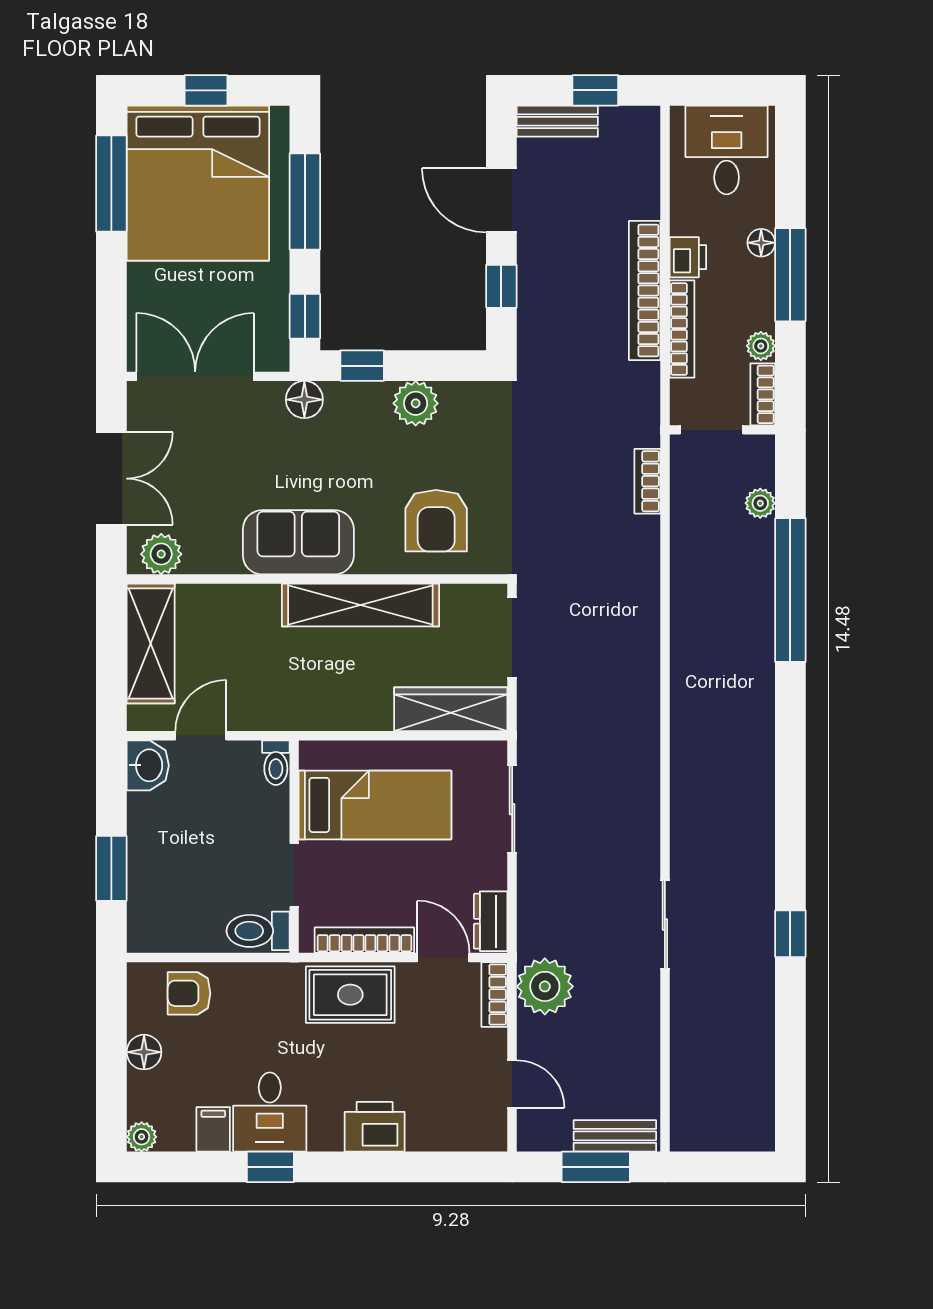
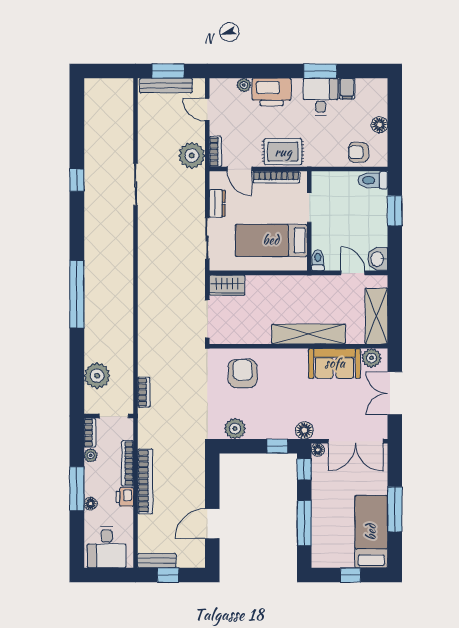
bench: (557, 121) -> (157, 561), moved
bed: (198, 183) -> (371, 532), width x0.49
window: (111, 184) -> (395, 509), moved
door: (501, 200) -> (212, 524), swing flipped
window: (501, 286) -> (212, 483), removed
floor lamp: (276, 358) -> (318, 450), added
plant: (416, 403) -> (235, 429), moved
plant: (760, 503) -> (97, 376), width x1.87, depth x1.87
sofa: (298, 542) -> (335, 363), moved
window: (790, 590) -> (77, 294), moved
shelving: (360, 605) -> (309, 334), moved
wardrobe: (451, 709) -> (227, 285), width x0.67
door: (201, 736) -> (353, 273), swing flipped
dresser: (491, 921) -> (217, 203), moved
toilet: (258, 931) -> (373, 180), moved, turned 180
armchair: (189, 993) -> (358, 152), turned 180
printer: (375, 1127) -> (271, 92), width x1.37, depth x1.19
bench: (615, 1136) -> (166, 85), width x1.36
plant: (142, 1137) -> (244, 85), moved
window: (270, 1167) -> (320, 71), width x1.50

